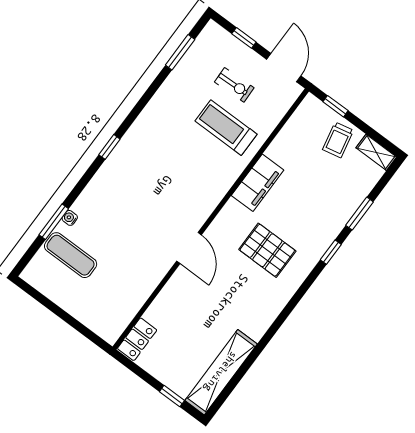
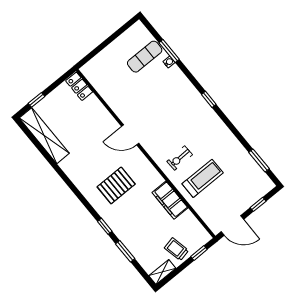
exercise bike: (234, 85) -> (180, 158), moved
filing cabinet: (258, 183) -> (170, 200), moved

